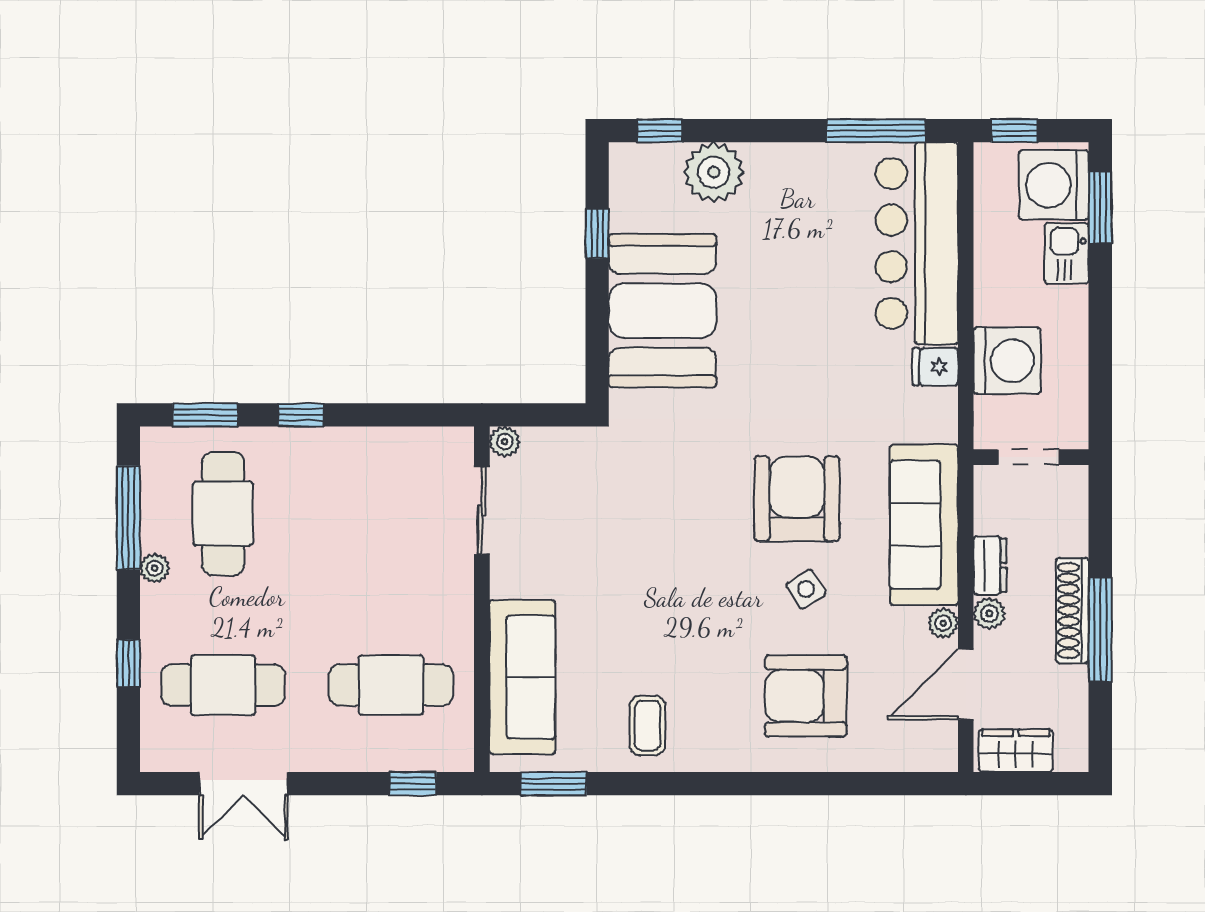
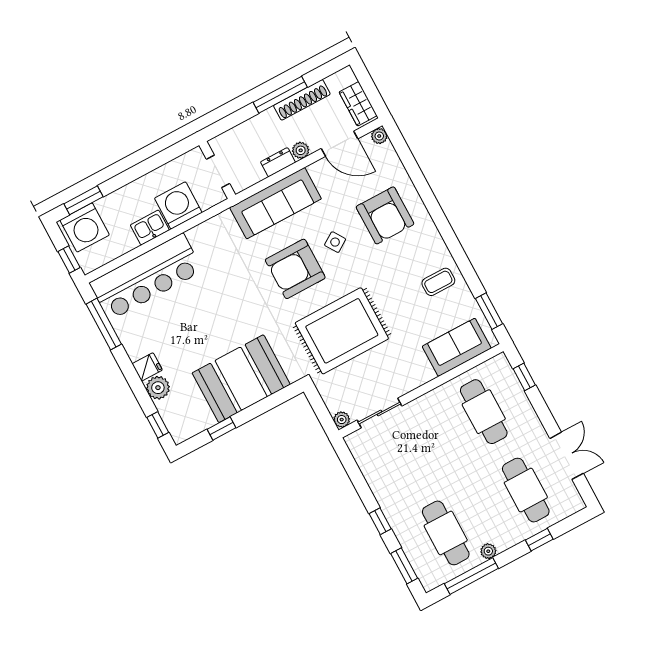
plant: (714, 172) -> (158, 388), width x0.73, depth x0.73
kitchen sink: (1067, 253) -> (150, 228), moved, turned 180
fridge: (935, 367) -> (147, 367), moved, turned -90
cafe table: (223, 513) -> (446, 533), turned 90
rug: (652, 521) -> (342, 331), added
shoe rack: (1072, 610) -> (302, 100), moved
plant: (943, 623) -> (379, 136), moved
sofa: (522, 677) -> (457, 347), width x0.73

